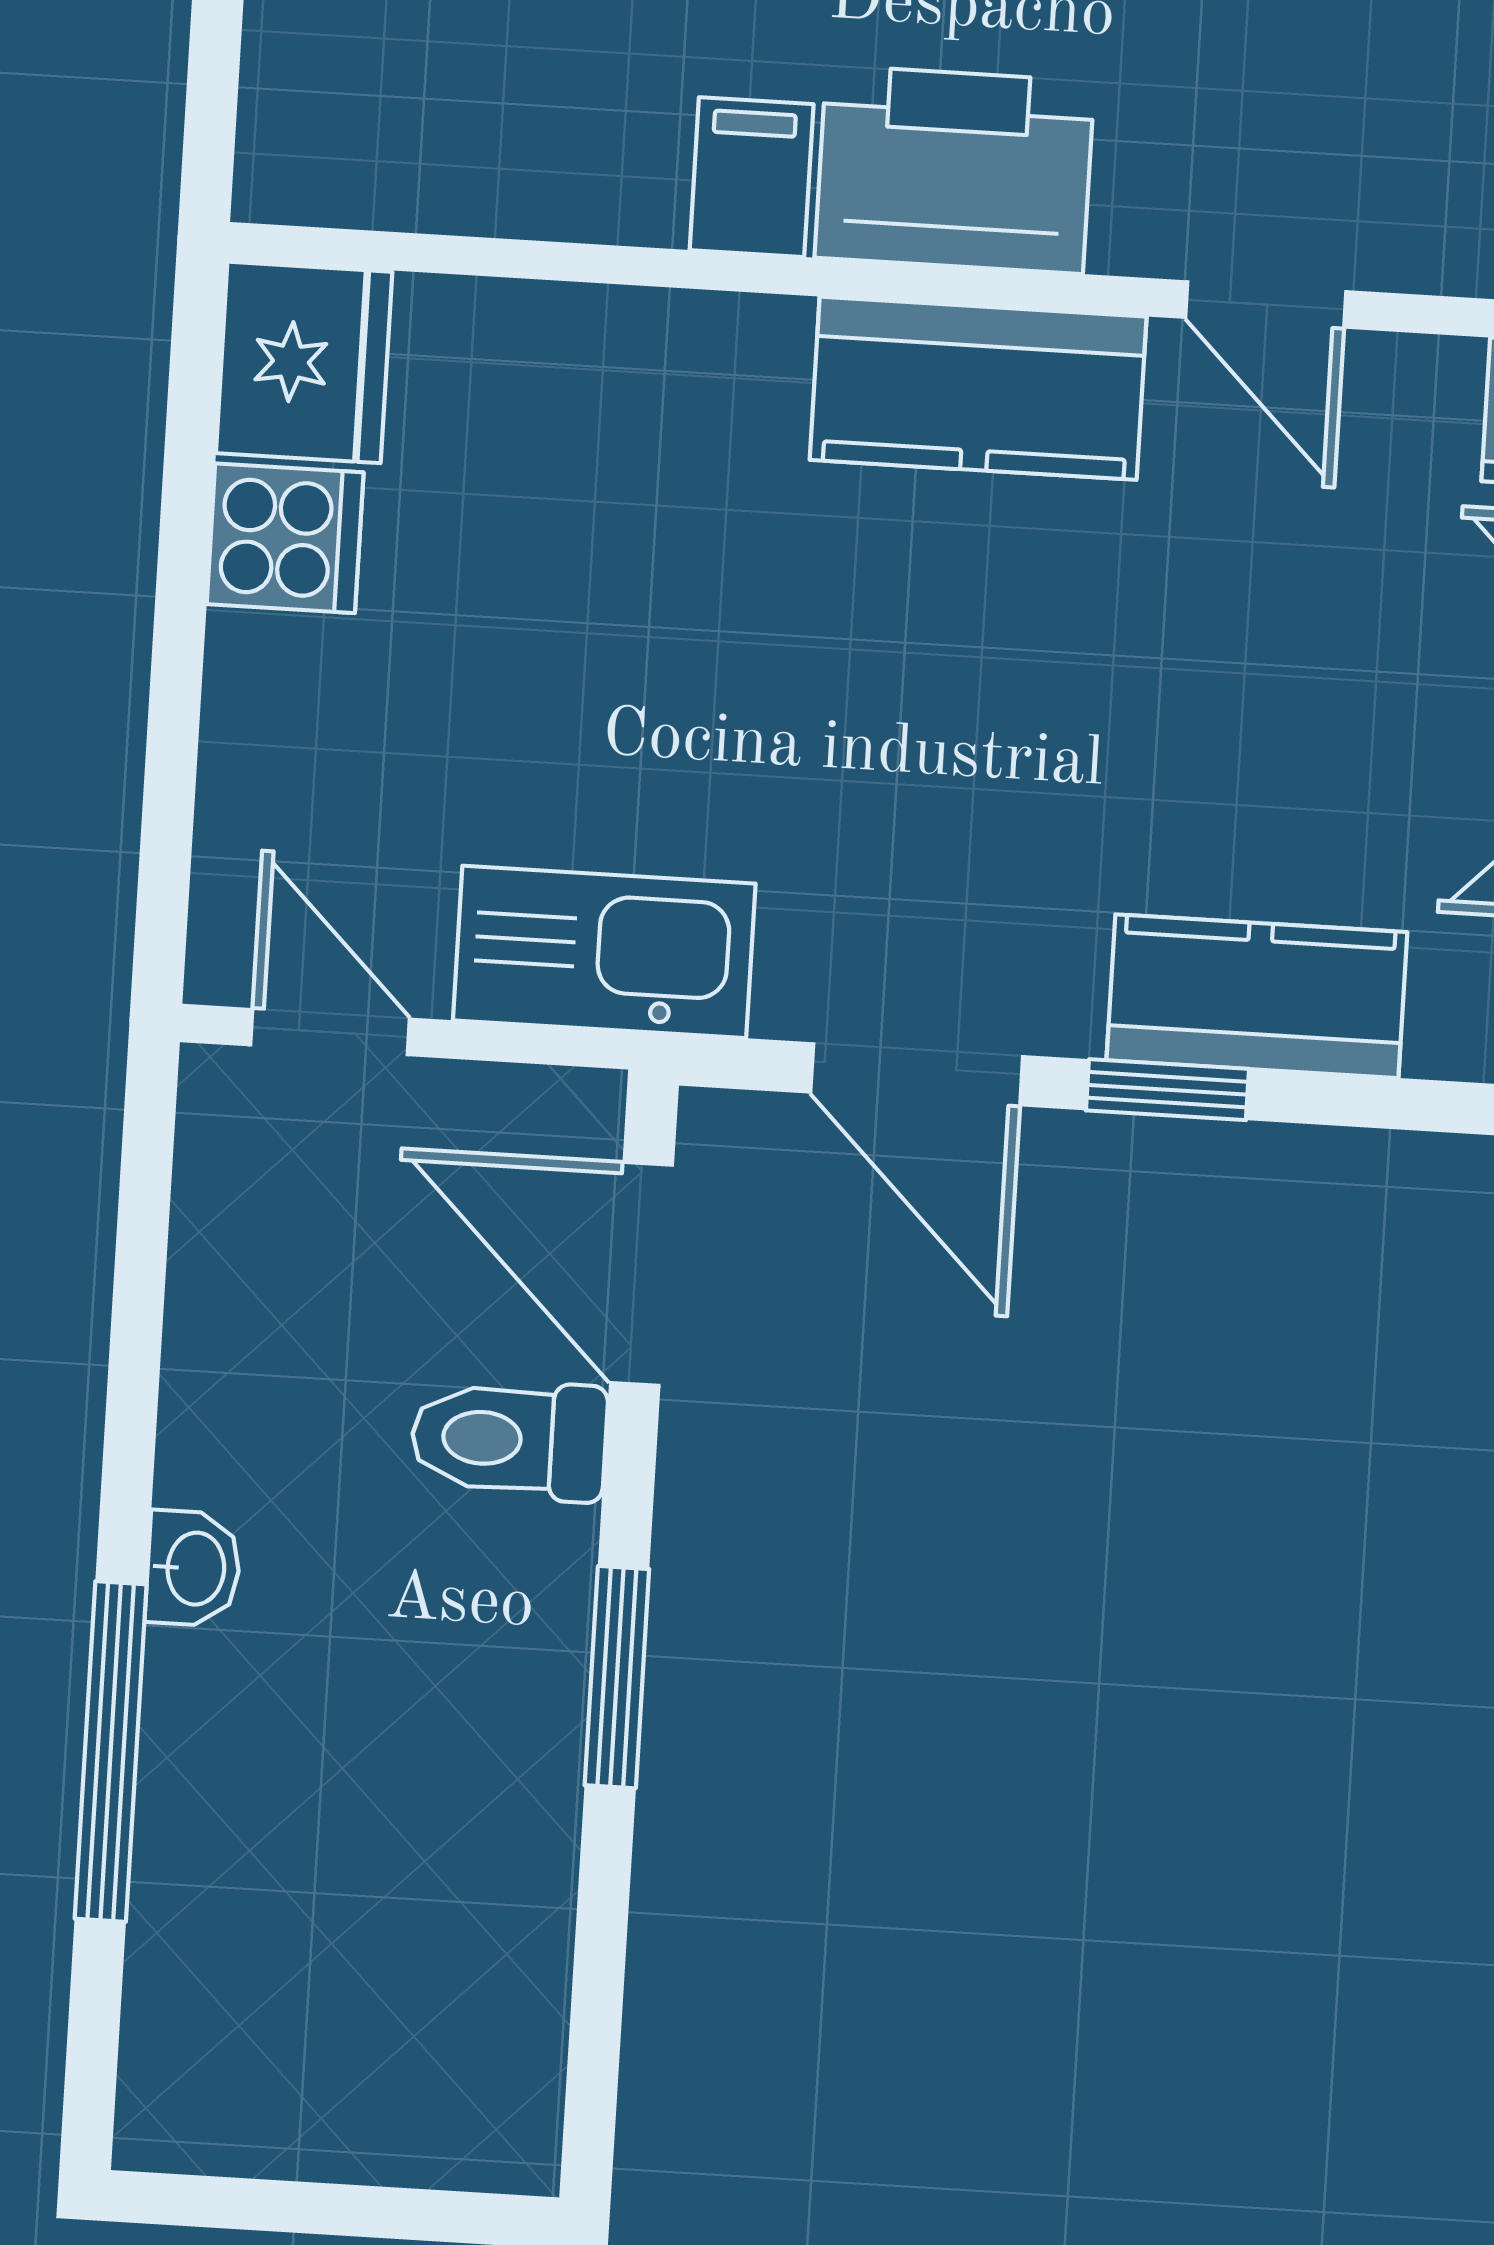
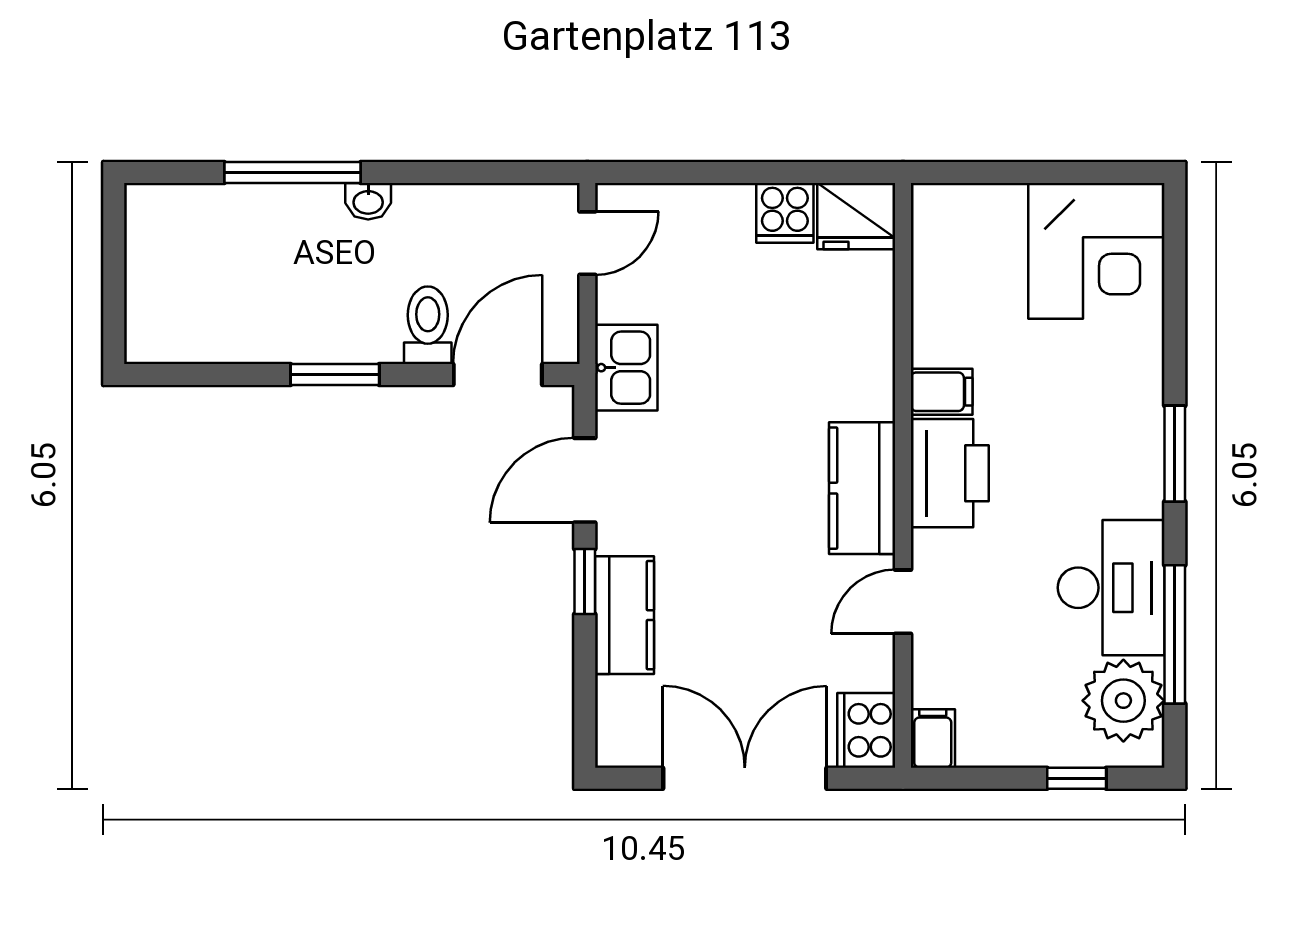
kitchen sink: (604, 952) -> (626, 368), width x0.73

